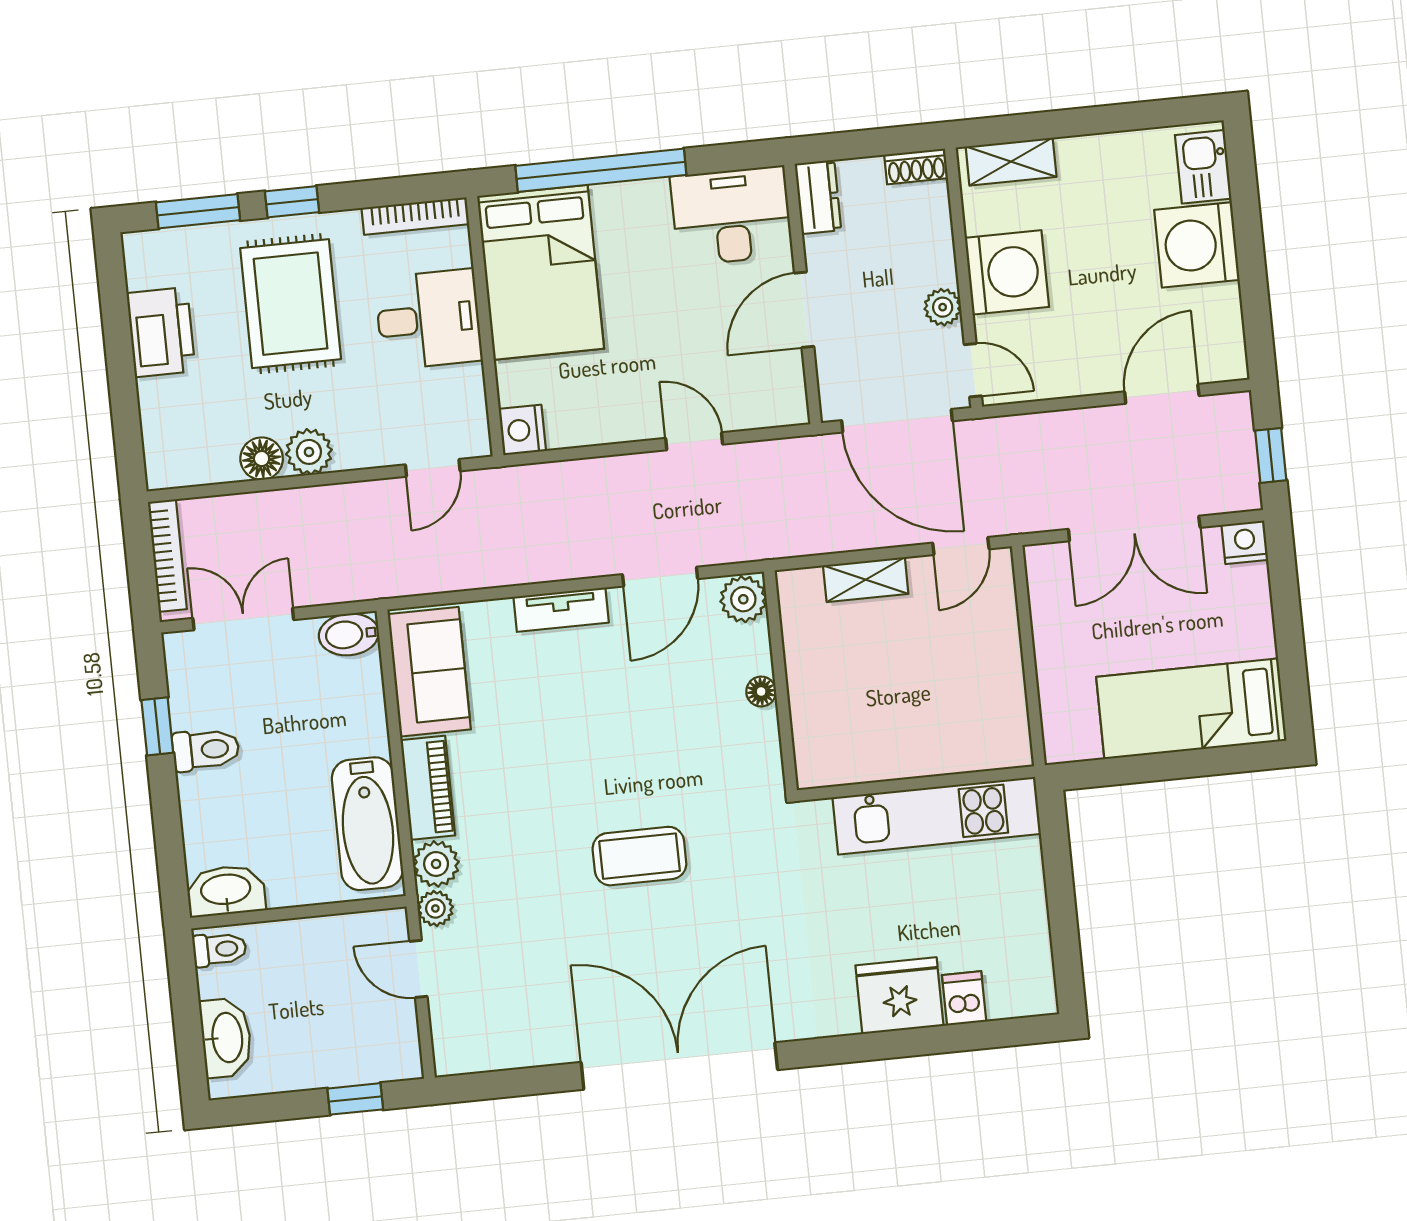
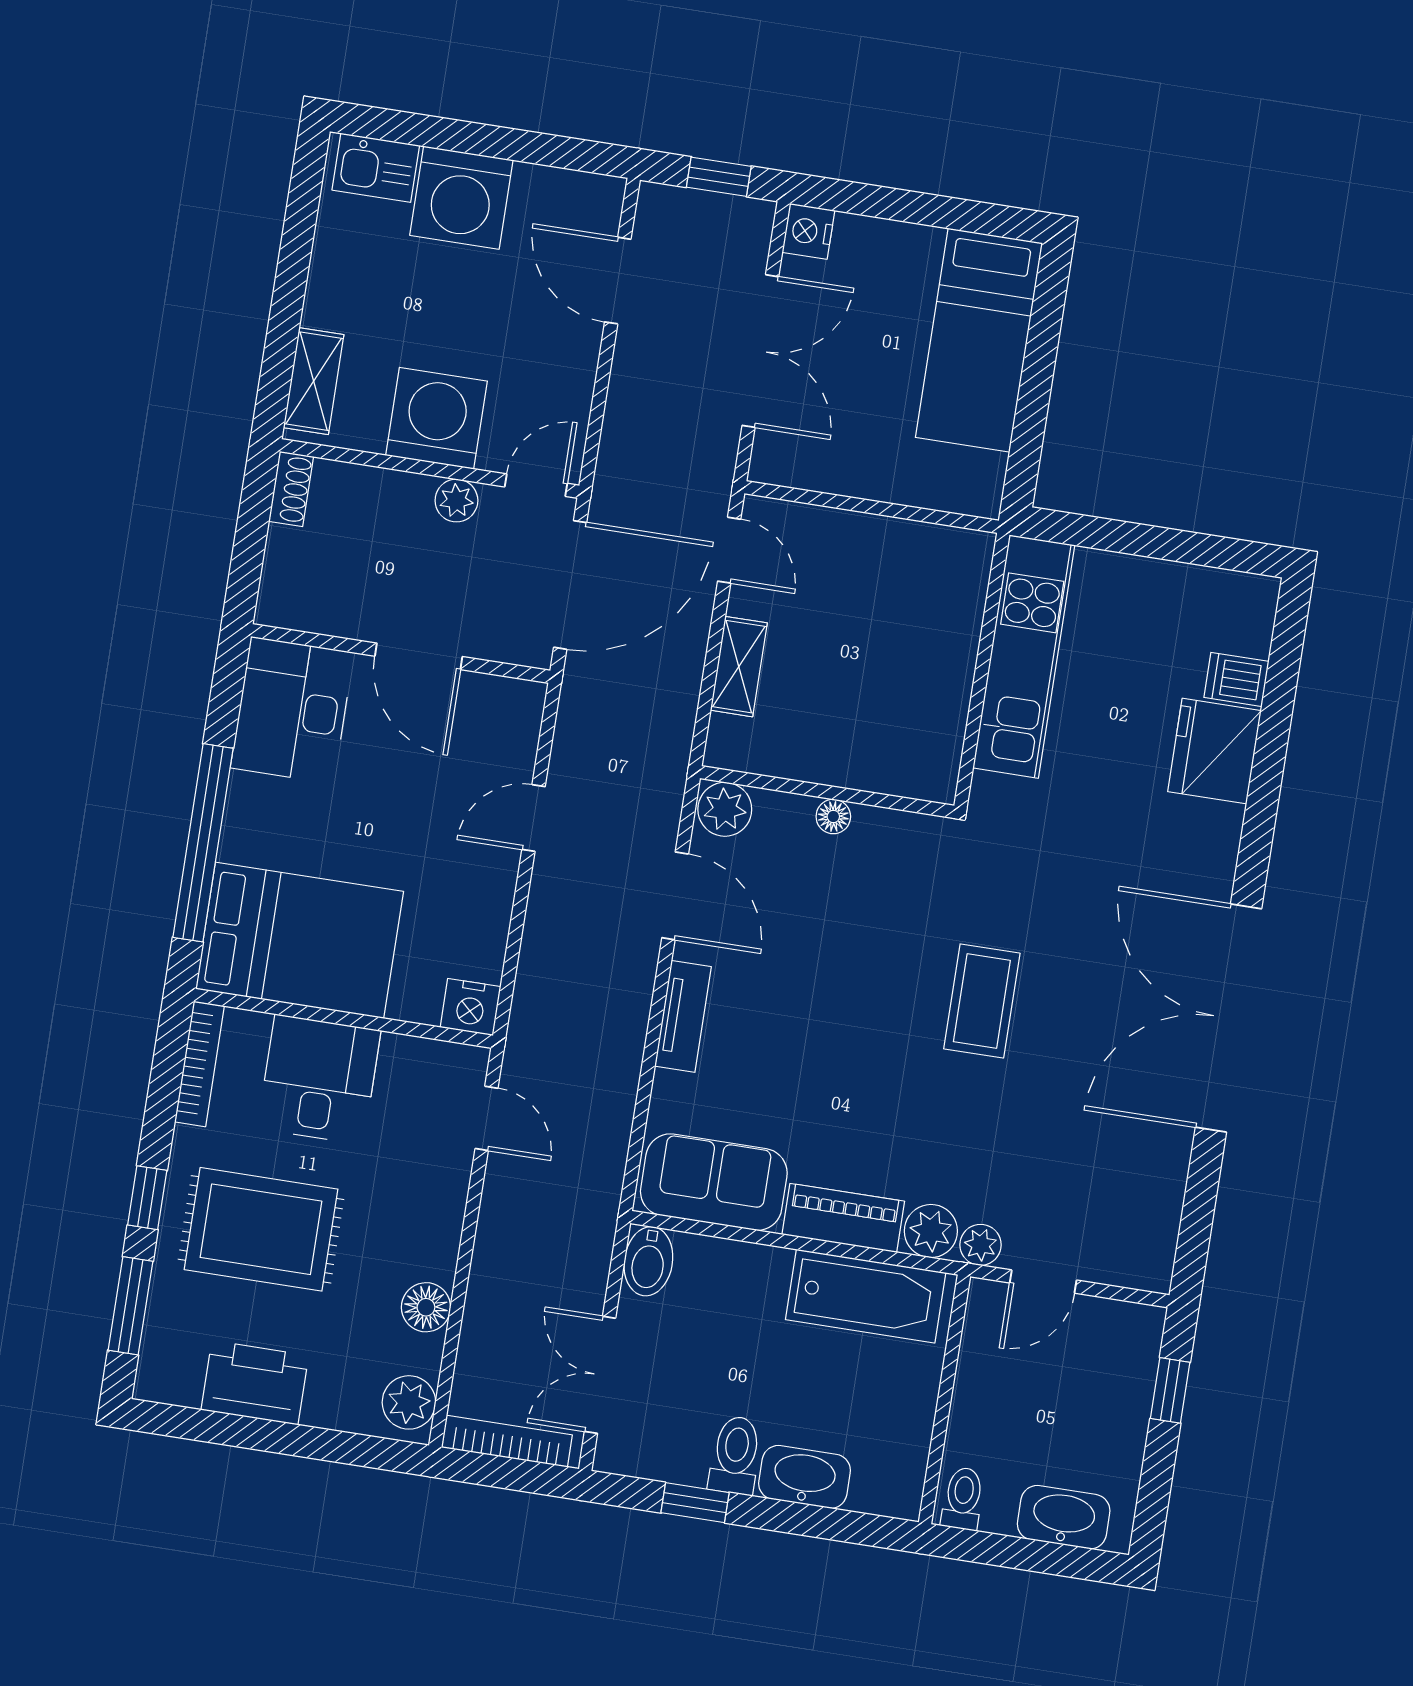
dresser: (818, 197) -> (296, 608), removed
plant: (309, 452) -> (409, 1402), moved
washbasin: (226, 891) -> (805, 1477), moved, turned 90

